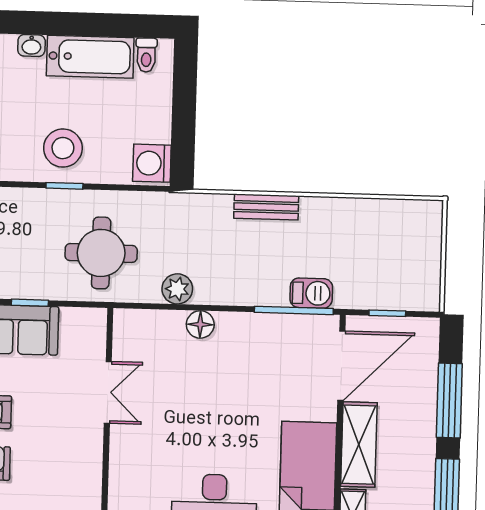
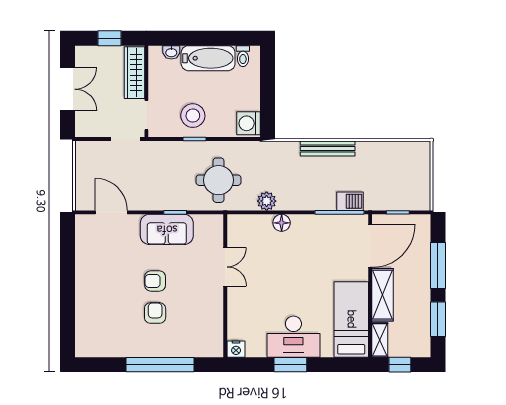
bench: (266, 207) -> (328, 148), width x1.36

